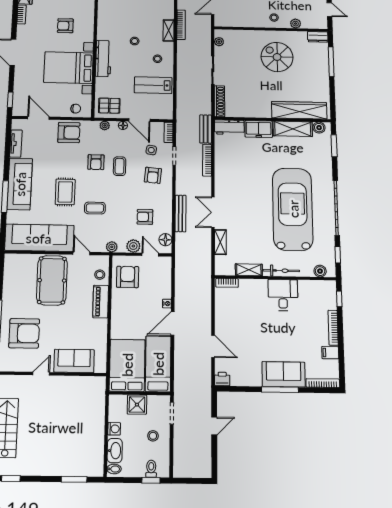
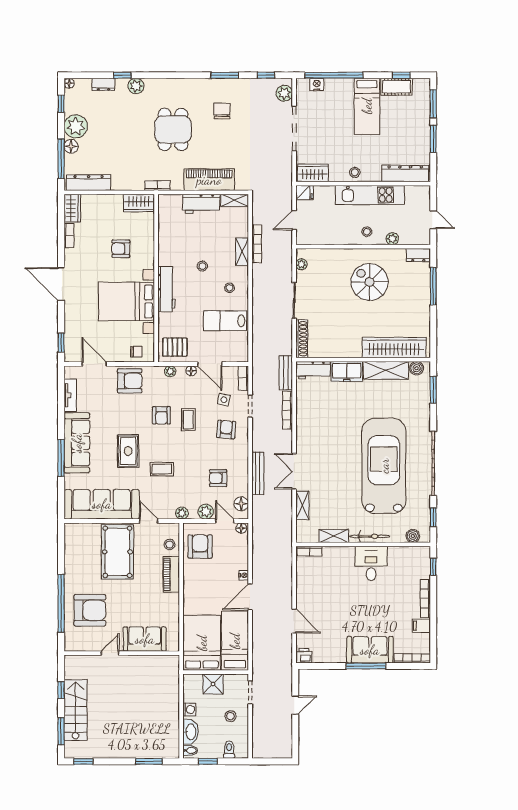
armchair: (153, 175) -> (226, 430), turned 180
floor lamp: (165, 261) -> (241, 528), added
window: (151, 480) -> (208, 761), moved

